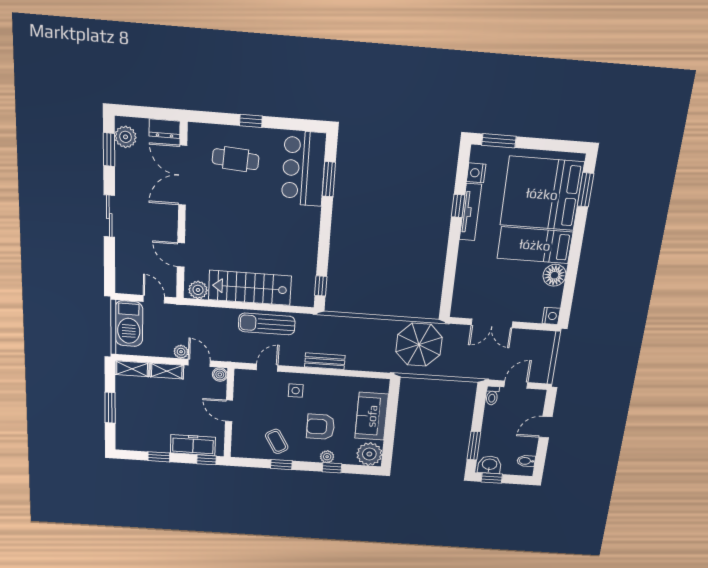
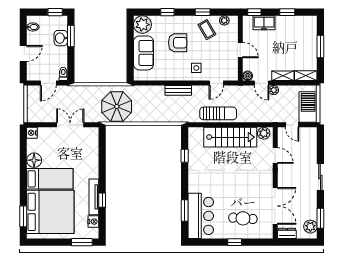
window: (321, 286) -> (185, 156), moved
freezer: (193, 445) -> (264, 23), width x0.71
plant: (327, 457) -> (224, 20), moved
washbasin: (490, 465) -> (61, 38), moved, turned 90

